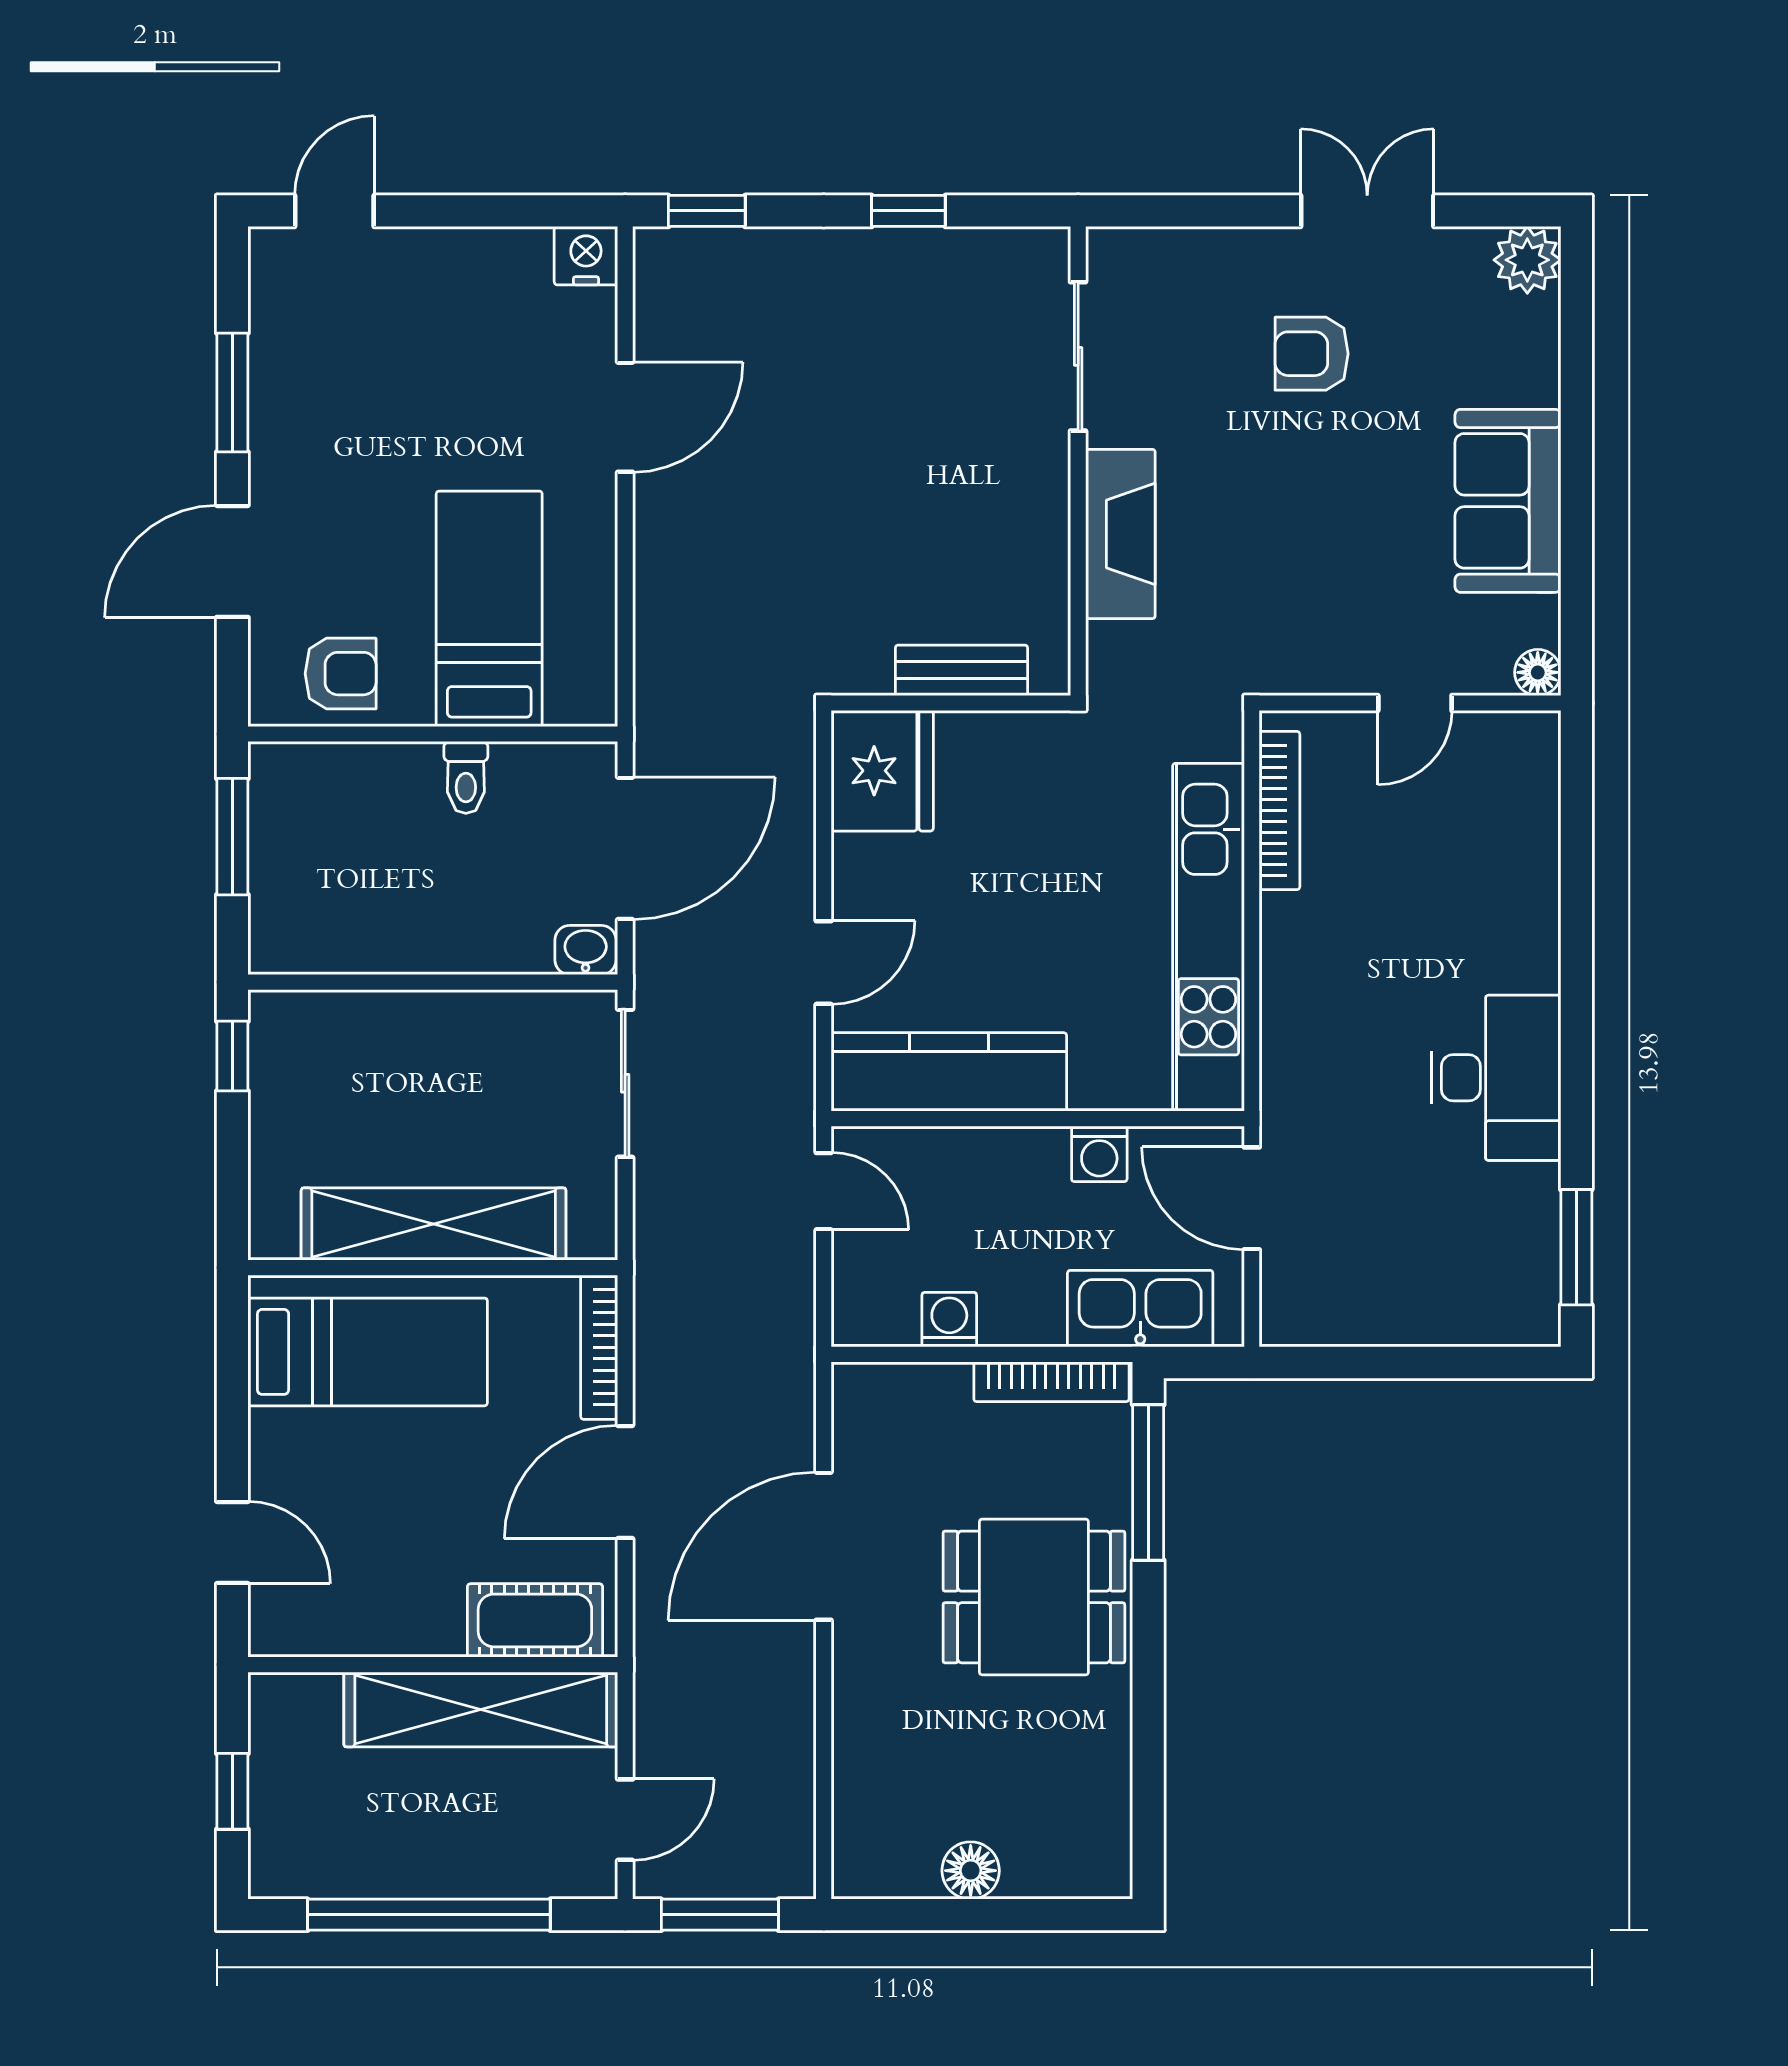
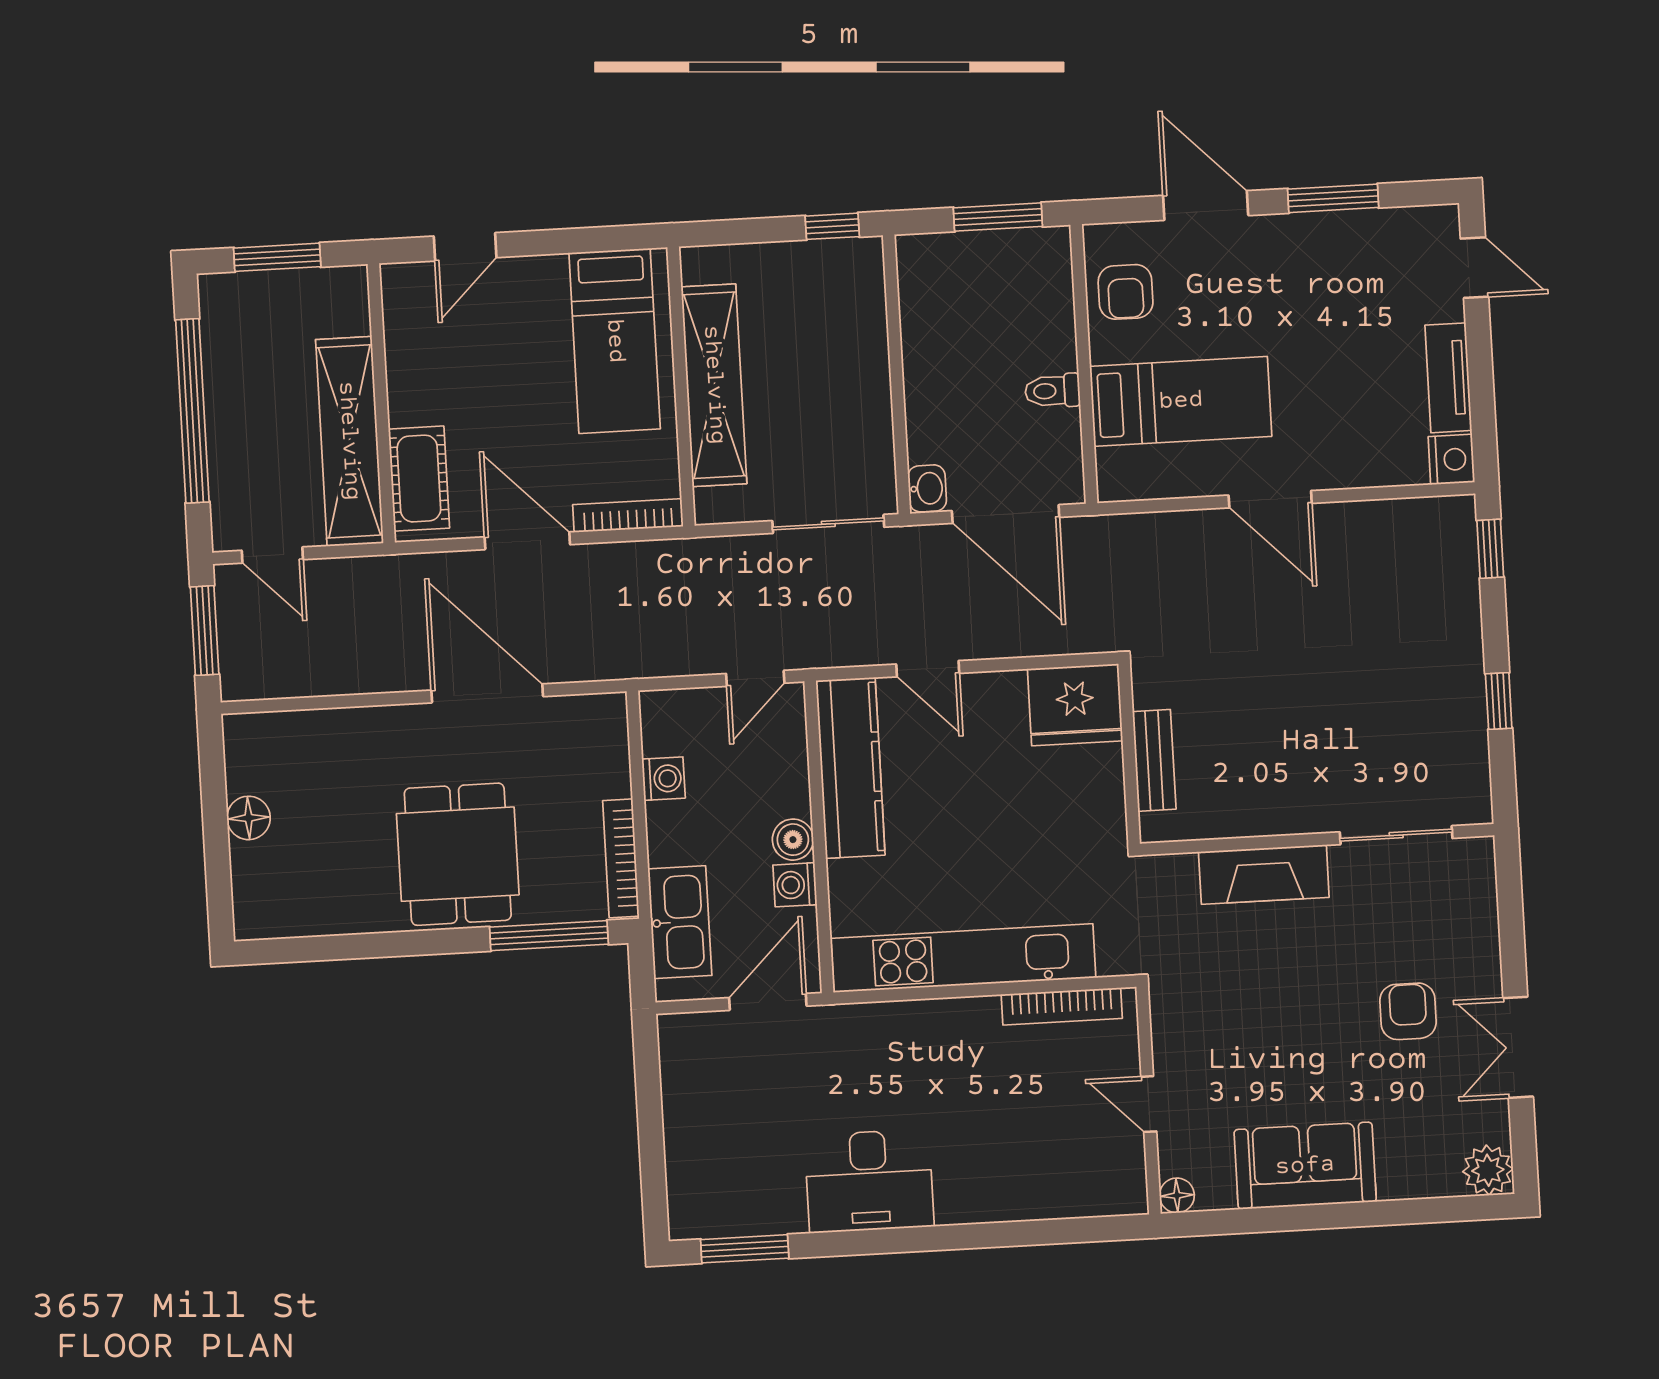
double door: (1367, 211) -> (1518, 1047), swing flipped
tv unit: (478, 254) -> (1448, 378), added
door: (625, 417) -> (1270, 499), moved
boiler: (1039, 1153) -> (793, 840), added
window: (232, 1791) -> (277, 257), width x1.50

